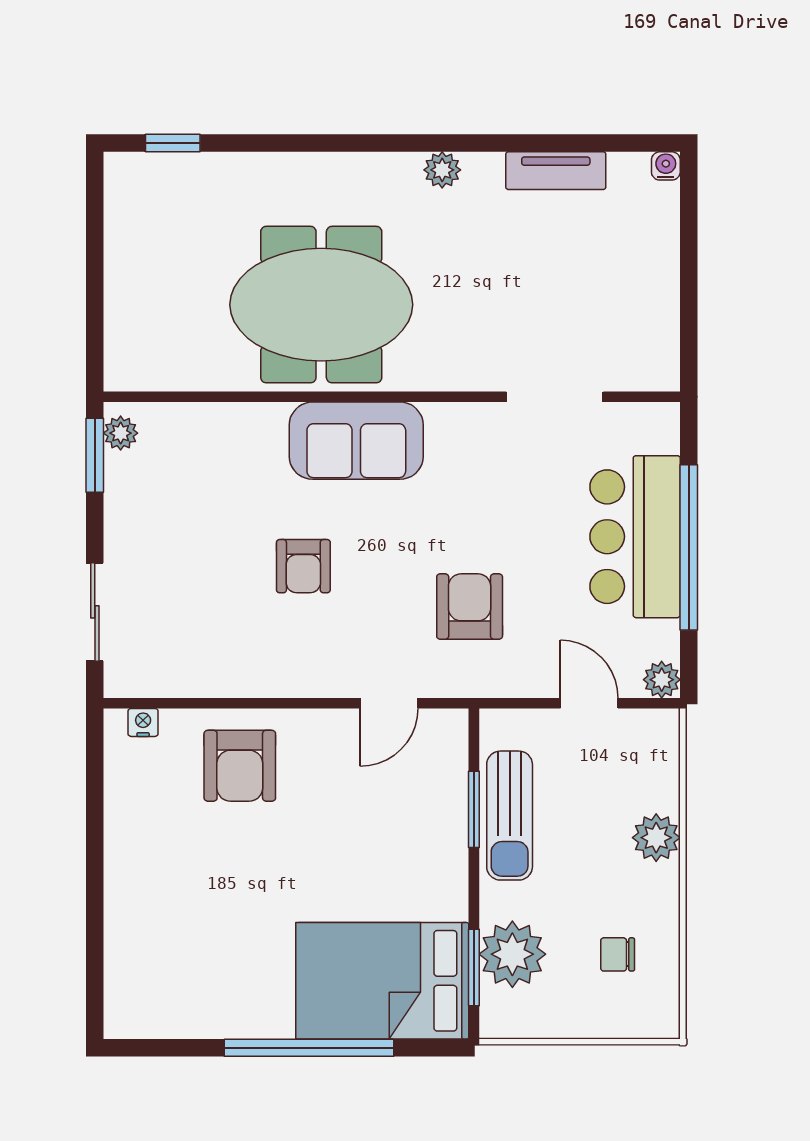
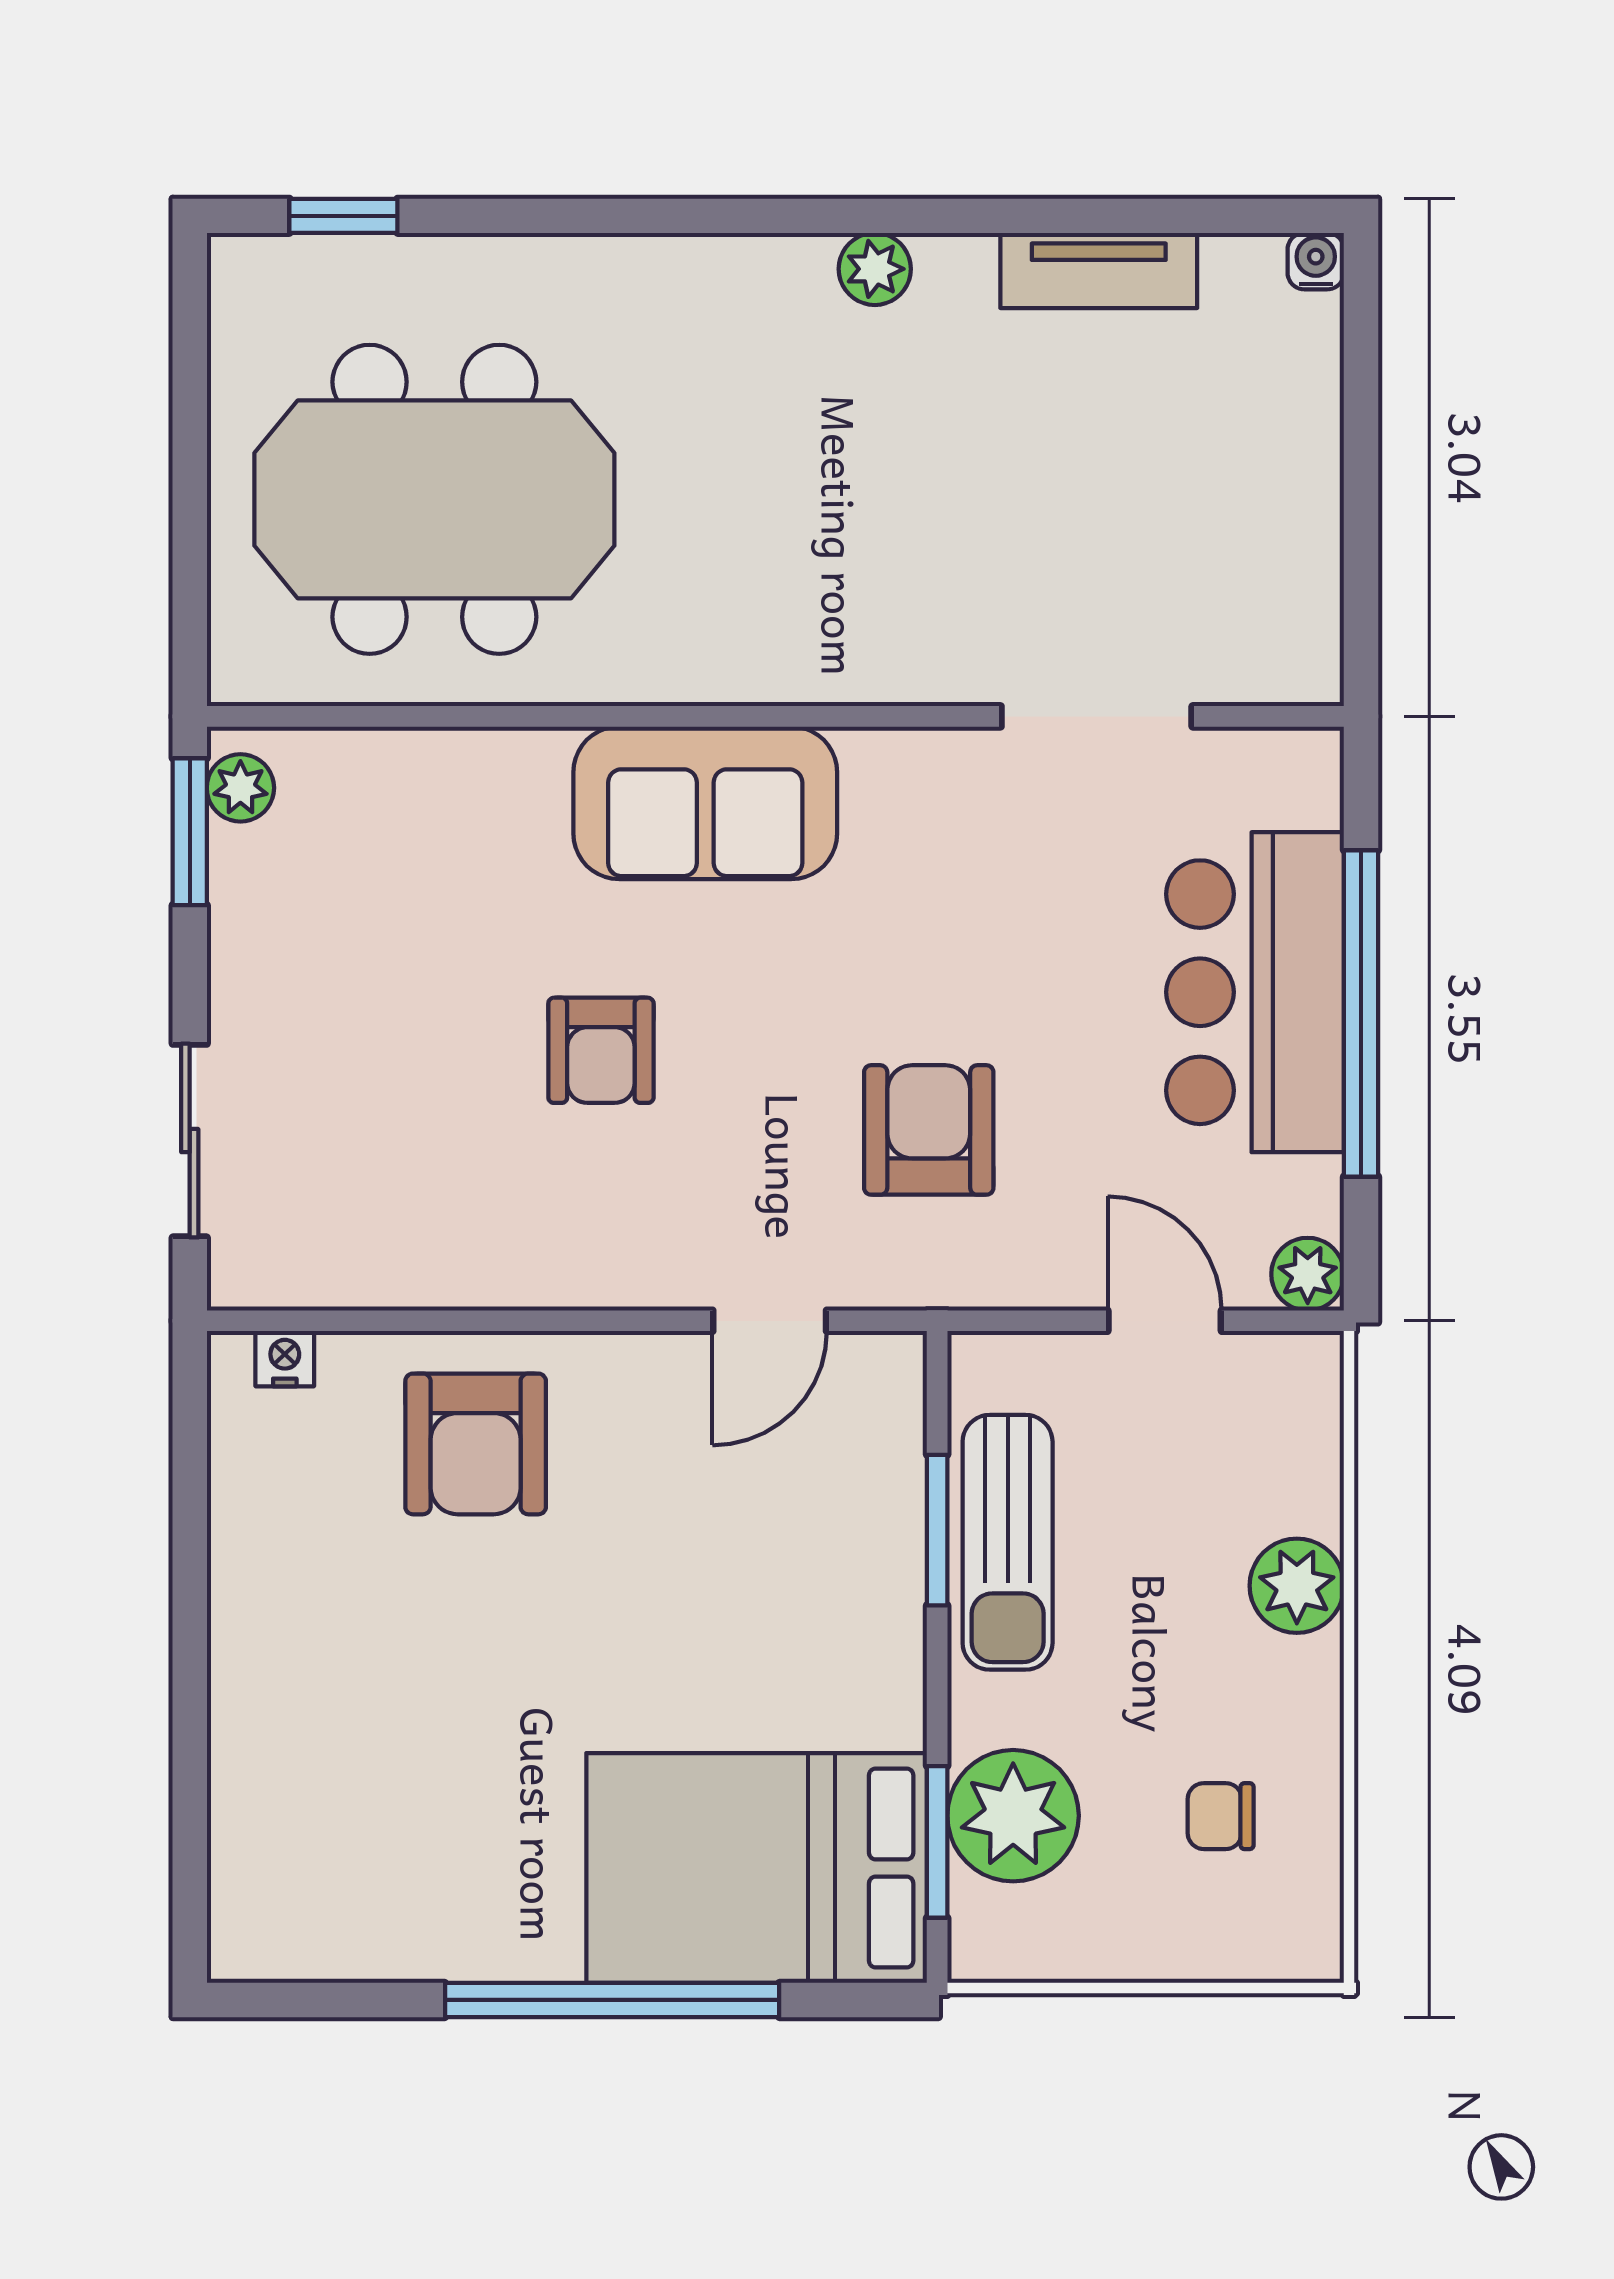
meeting table: (321, 305) -> (434, 499), moved

